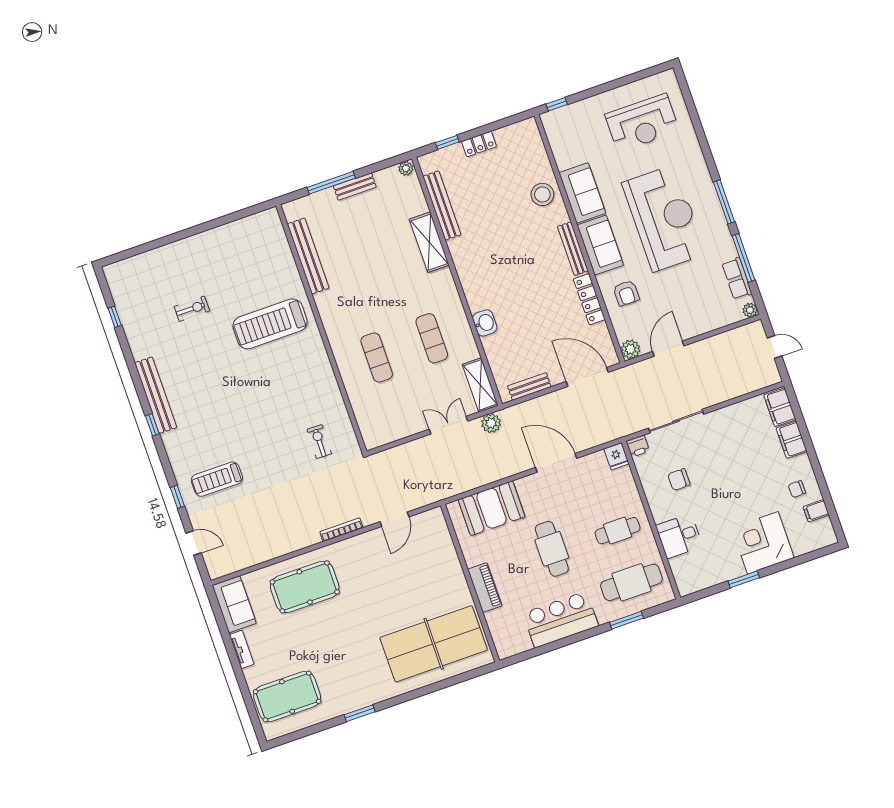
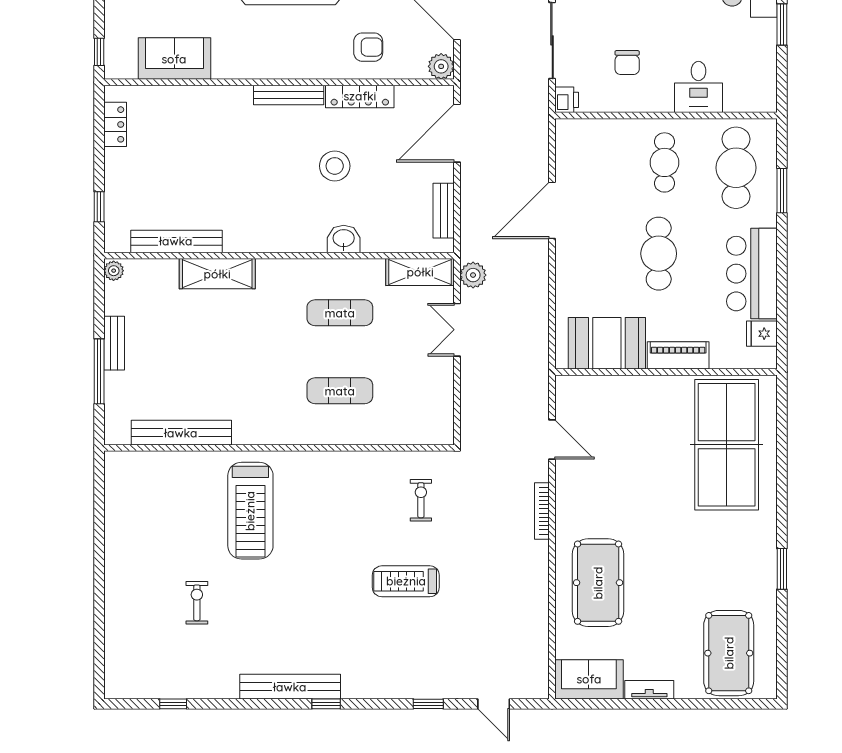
locker: (479, 144) -> (115, 124), moved
sofa: (582, 193) -> (174, 59), moved
stool: (542, 194) -> (335, 166), moved
sofa: (600, 245) -> (296, 59), removed
exercise bike: (319, 442) -> (421, 500), turned 89
fridge: (616, 456) -> (762, 334), moved, turned 180
treadmill: (217, 479) -> (406, 581), moved, turned 90
booth: (492, 508) -> (607, 343), moved, turned 90
door: (194, 543) -> (494, 704), swing flipped
cafe table: (552, 549) -> (659, 254), turned 90

